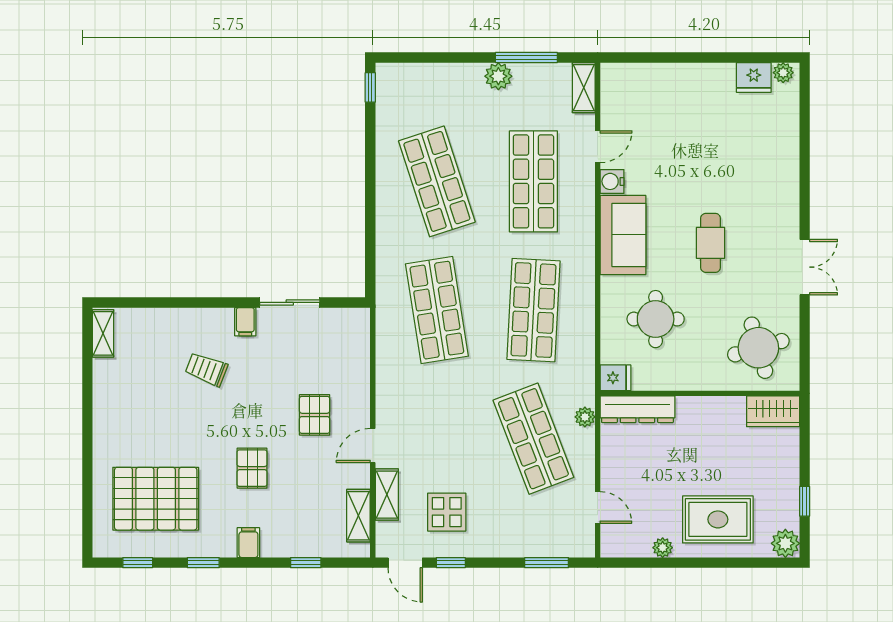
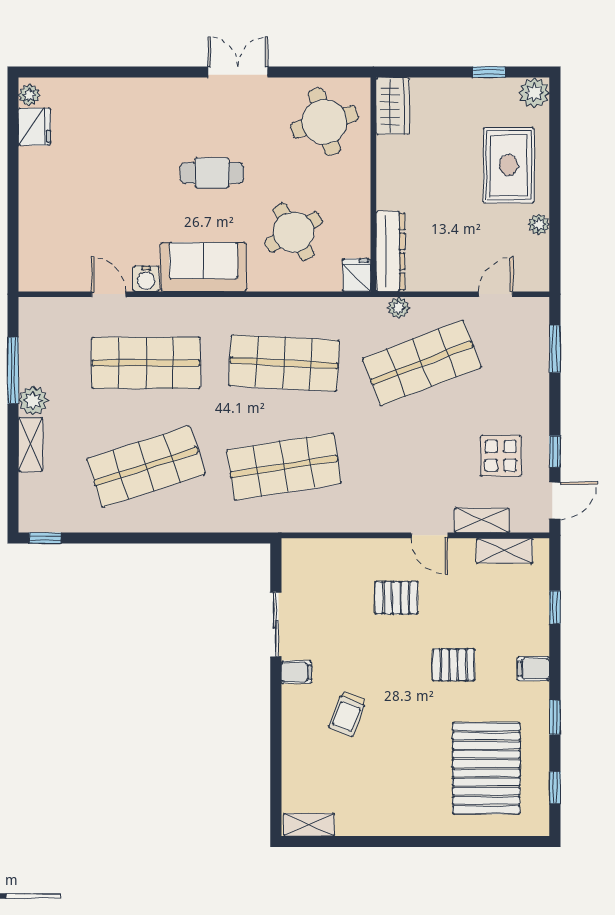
shelving: (584, 88) -> (31, 444), moved, turned 90
round table: (656, 319) -> (294, 232), turned -30

